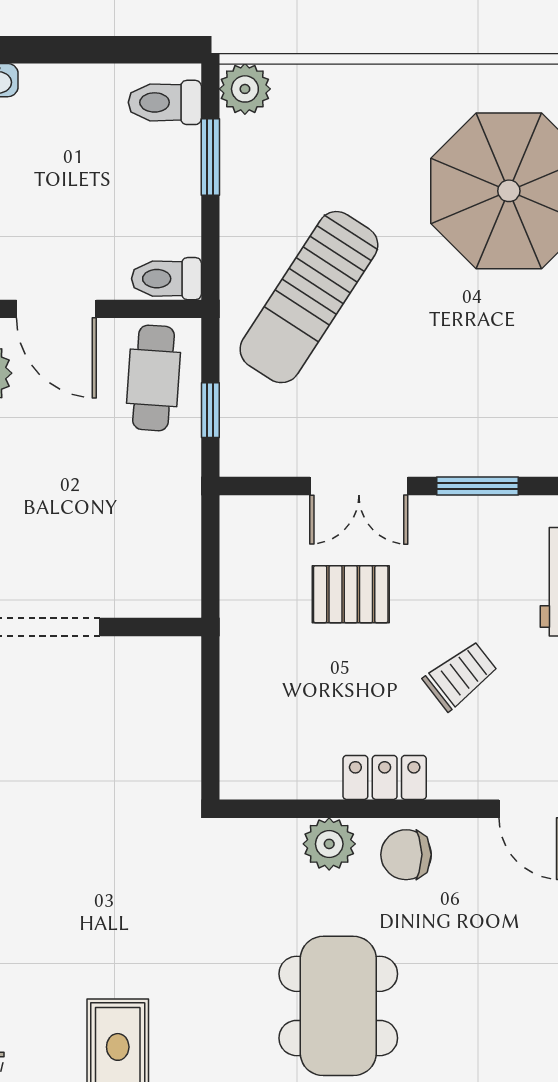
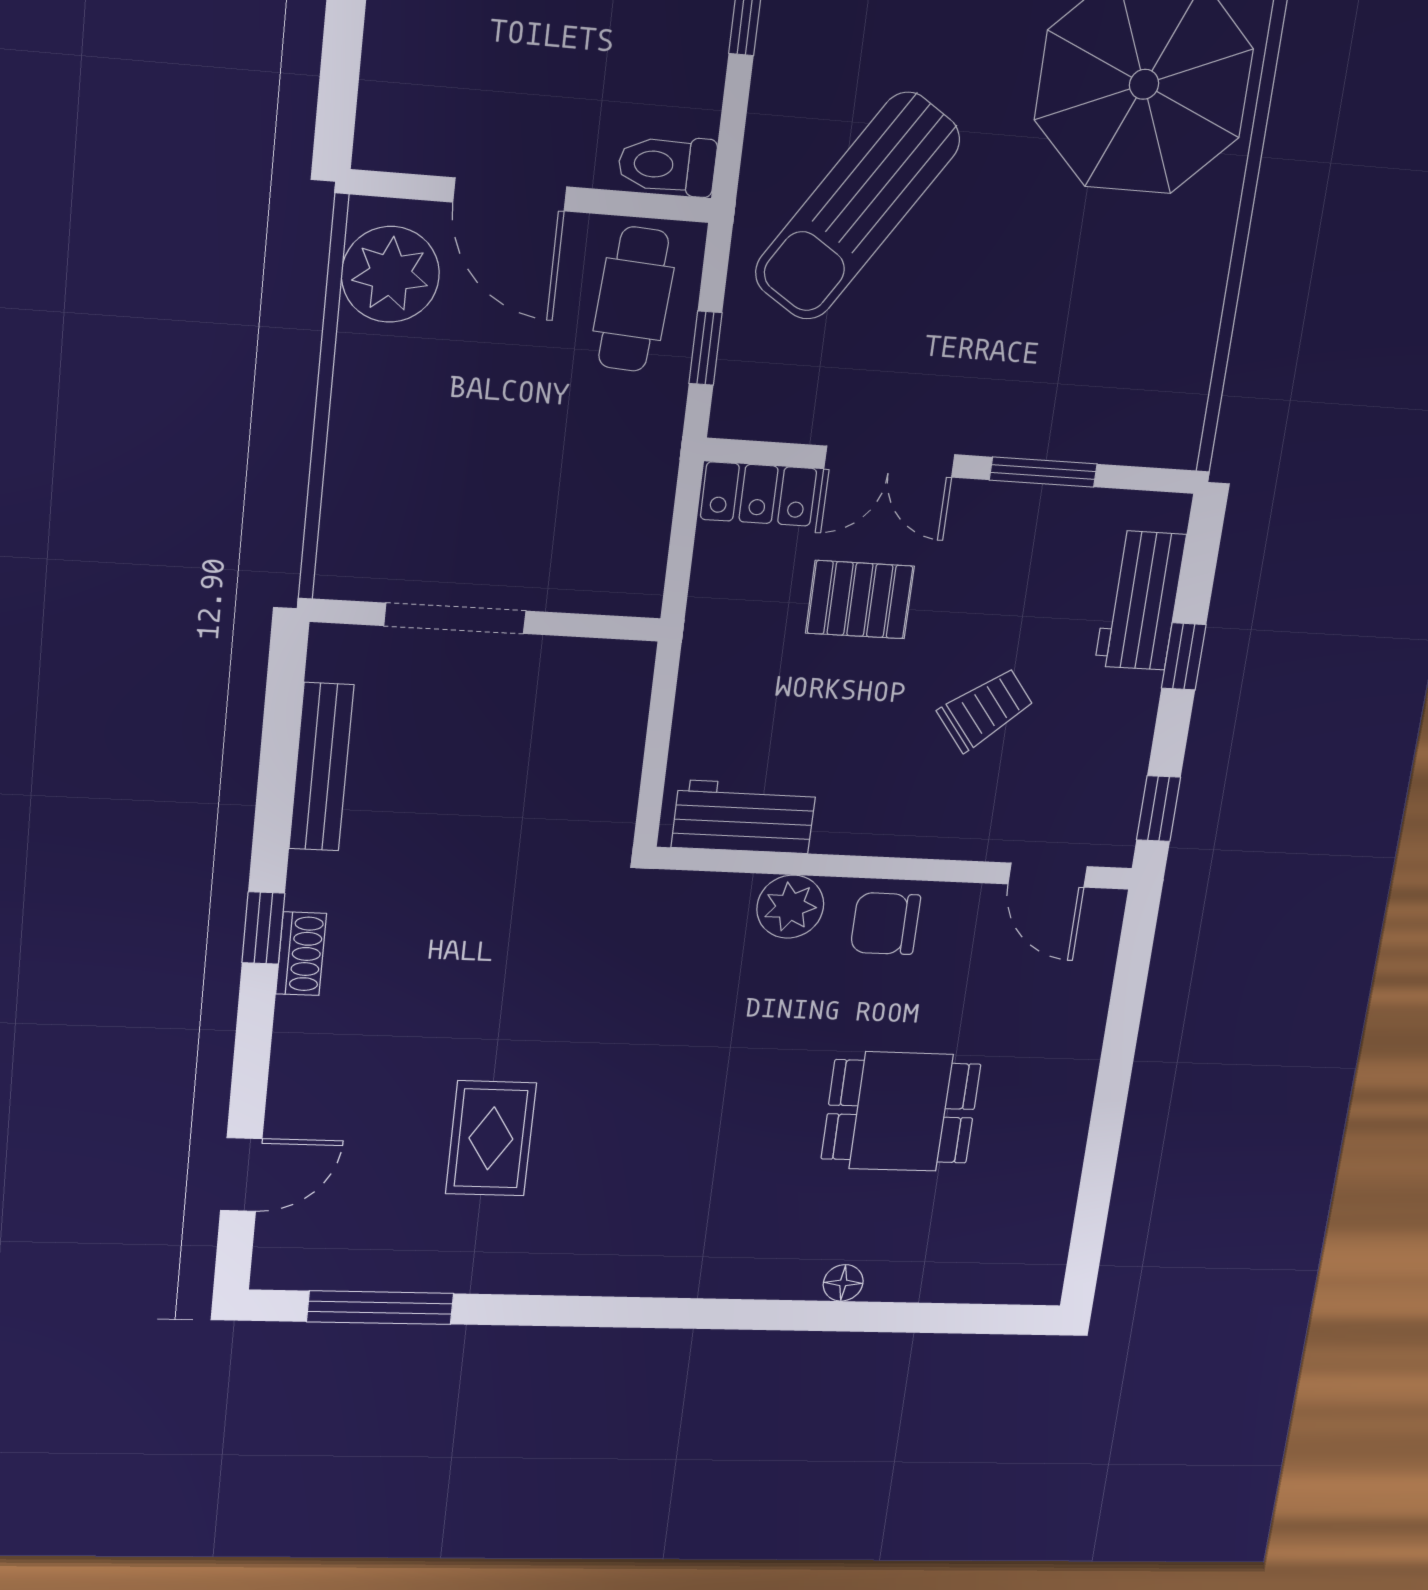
workbench: (284, 772) -> (744, 817), added
locker: (385, 777) -> (759, 494), moved, turned 180
dining table: (338, 1006) -> (901, 1112), moved, width x0.73

